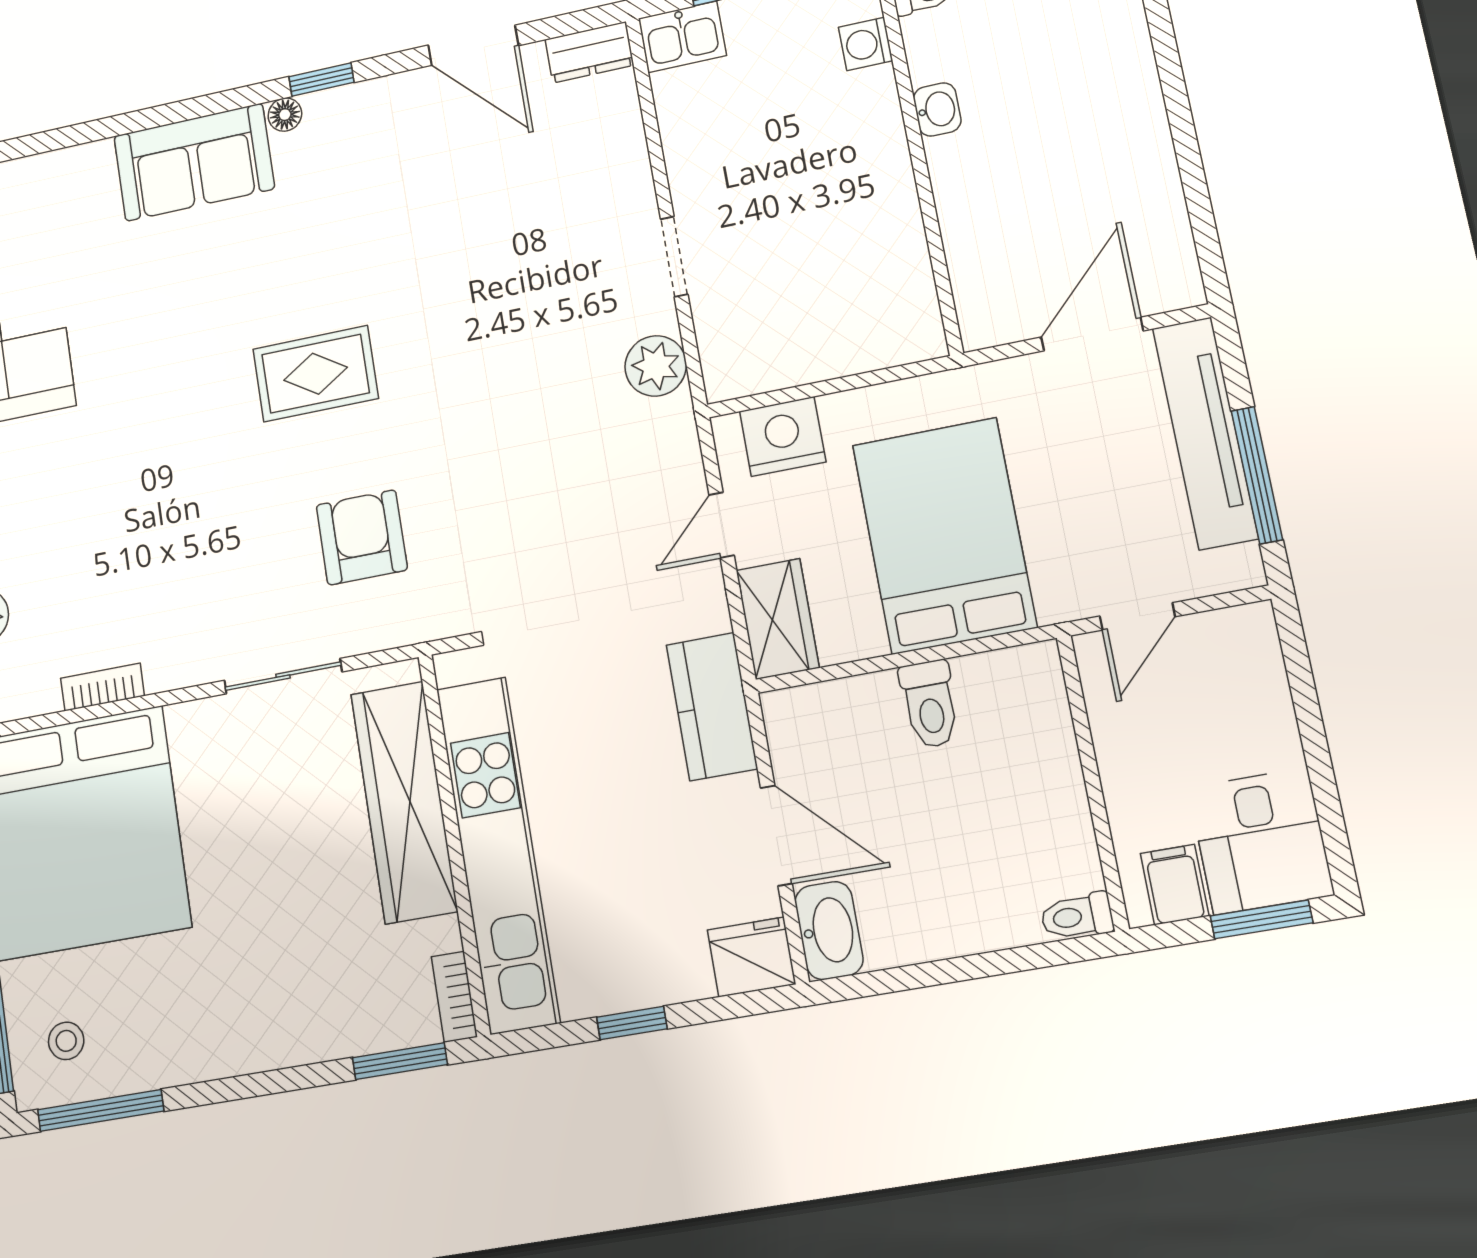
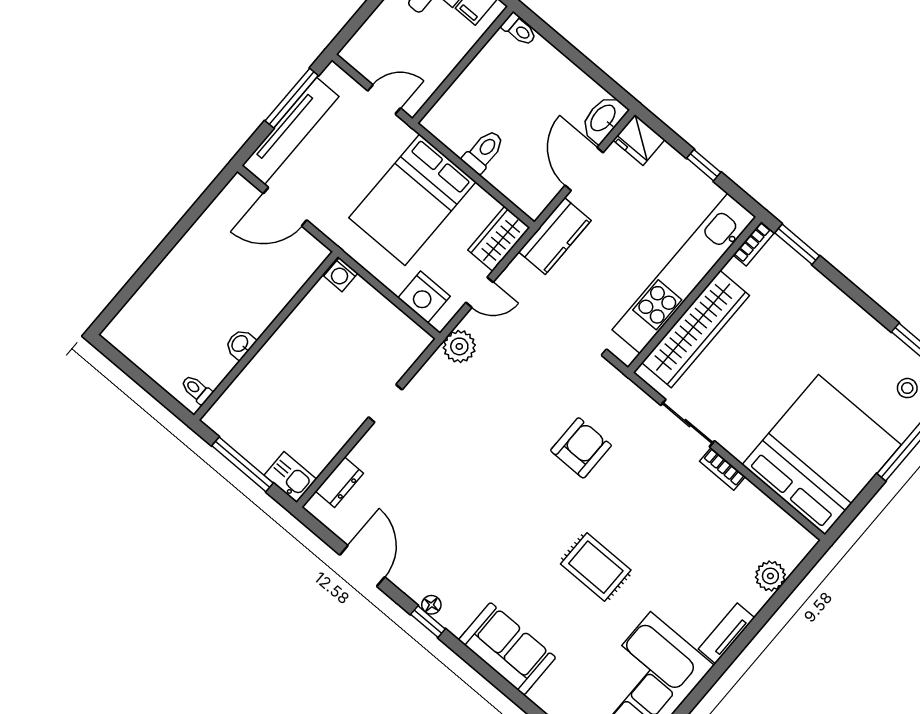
washing machine: (865, 44) -> (341, 275), moved, turned 90
dresser: (589, 52) -> (339, 482), moved, turned 90
floor lamp: (285, 115) -> (431, 605), moved
plant: (656, 366) -> (459, 346), moved
rug: (316, 374) -> (596, 567), moved
armchair: (362, 537) -> (581, 448), moved, turned 180
bookcase: (102, 687) -> (722, 469), moved

